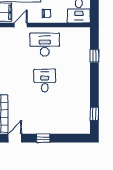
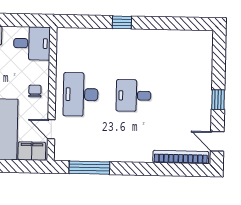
window: (94, 56) -> (122, 22), moved
window: (94, 114) -> (184, 24), removed

